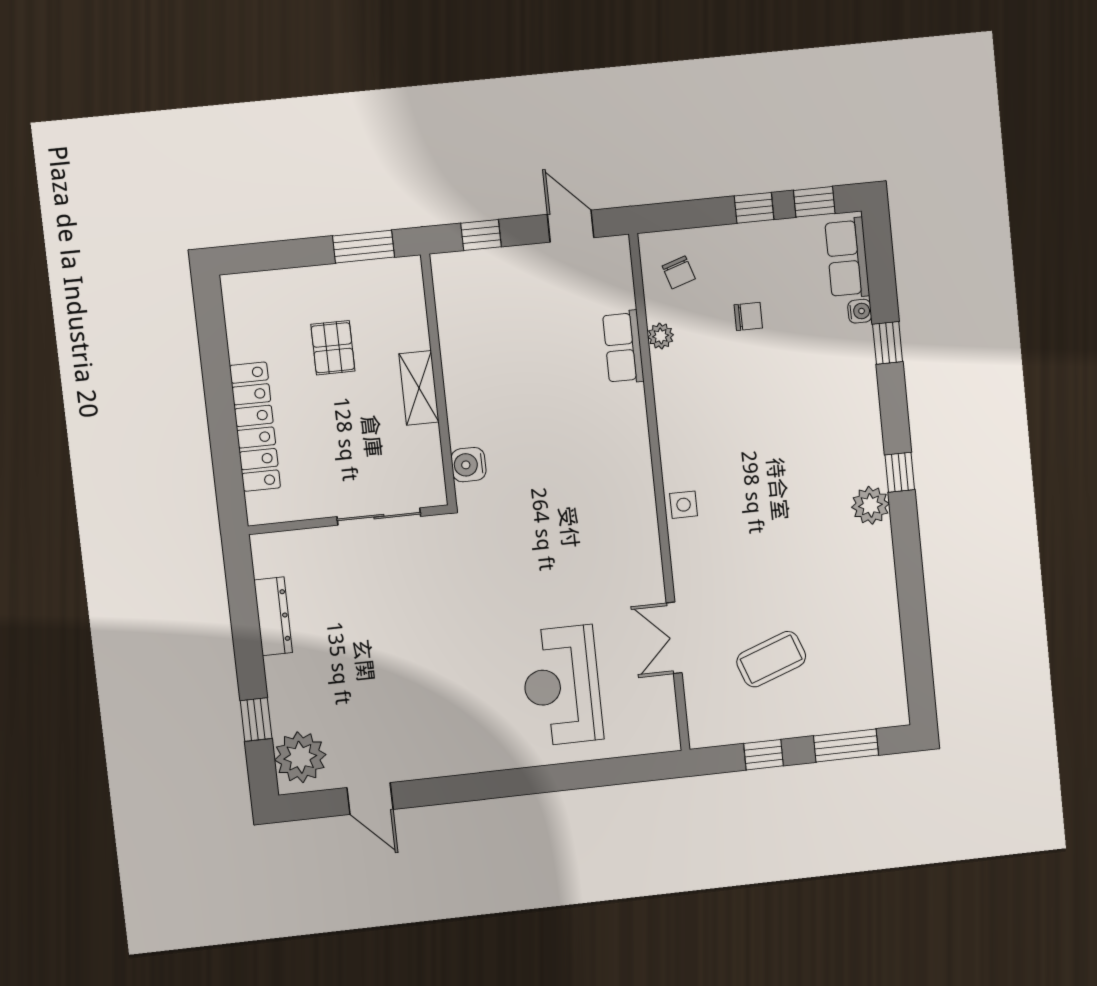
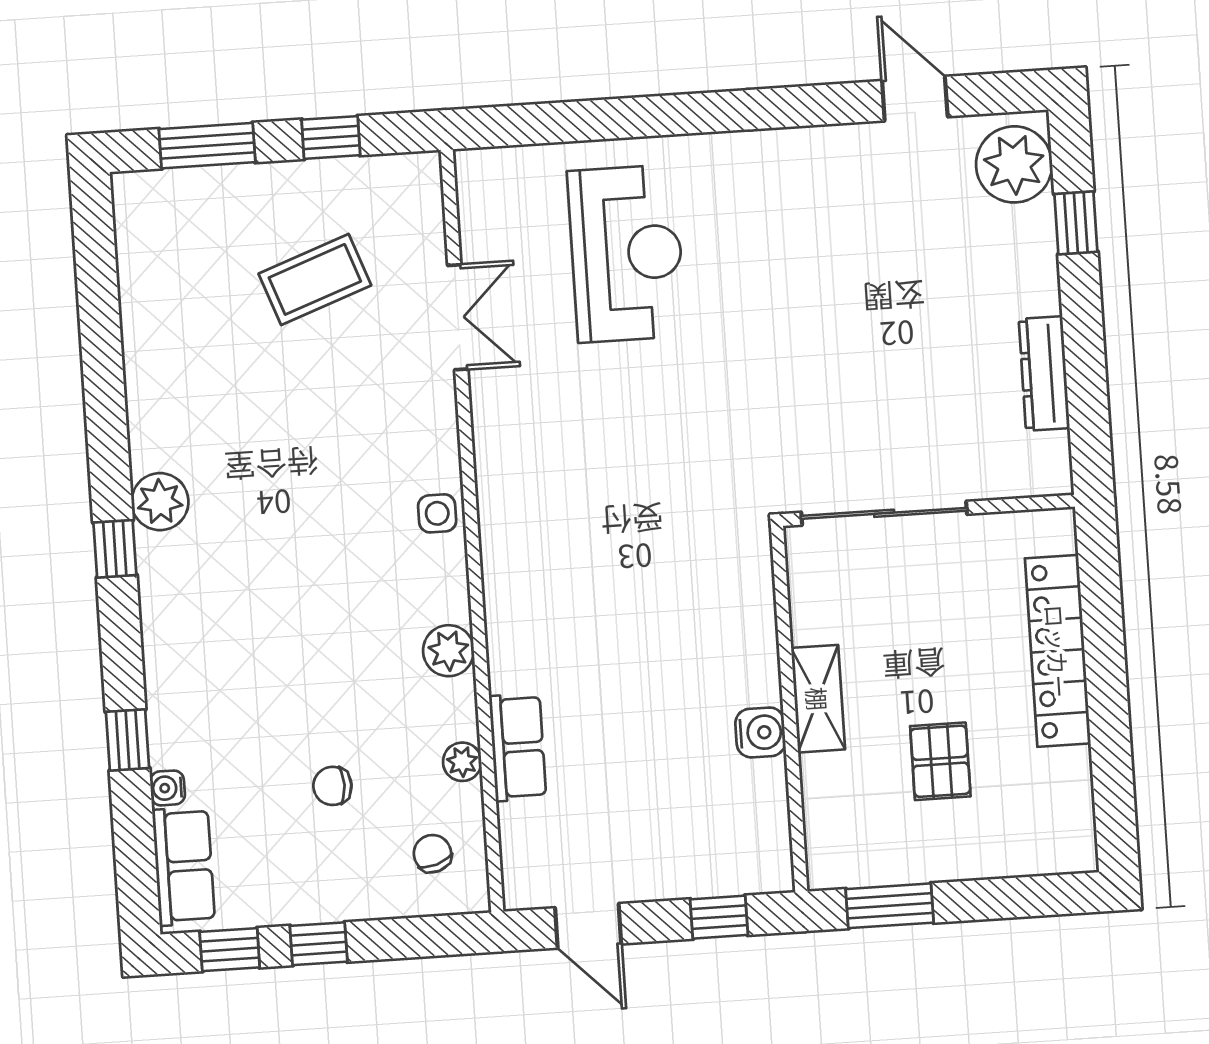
plant: (673, 412) -> (449, 651), added
water cooler: (468, 465) -> (760, 732), moved
sliding door: (379, 517) -> (884, 513), width x1.37

